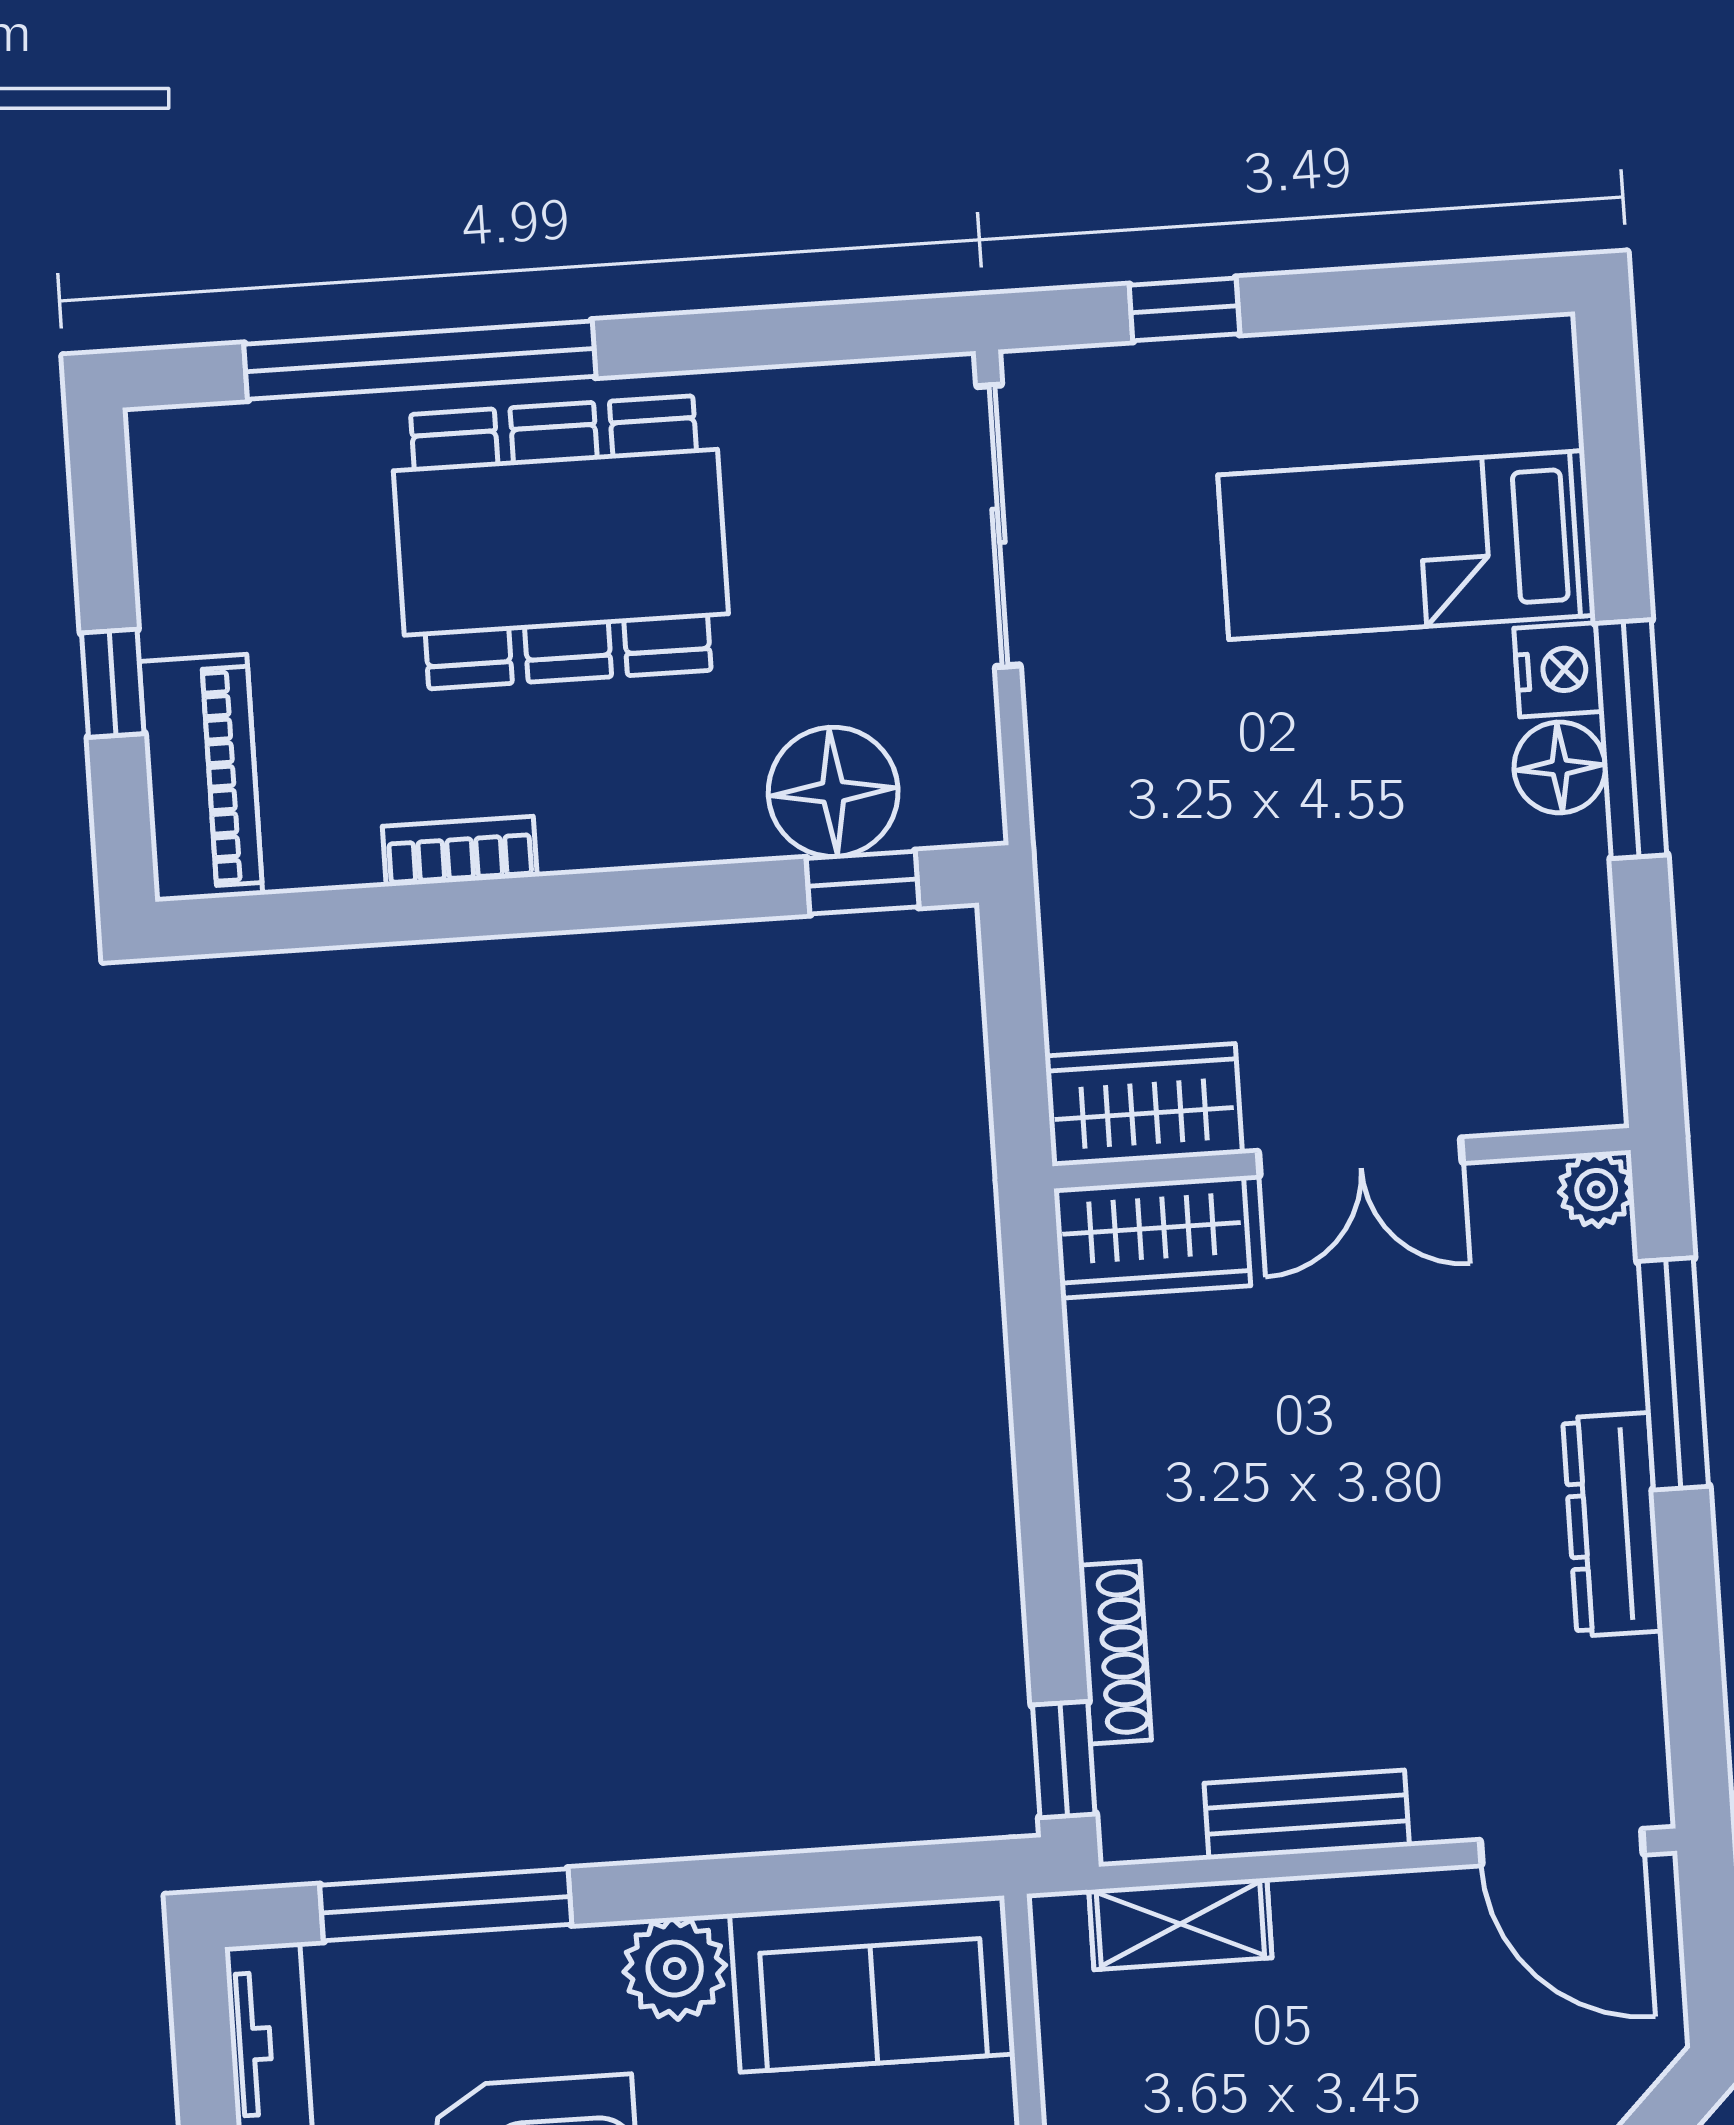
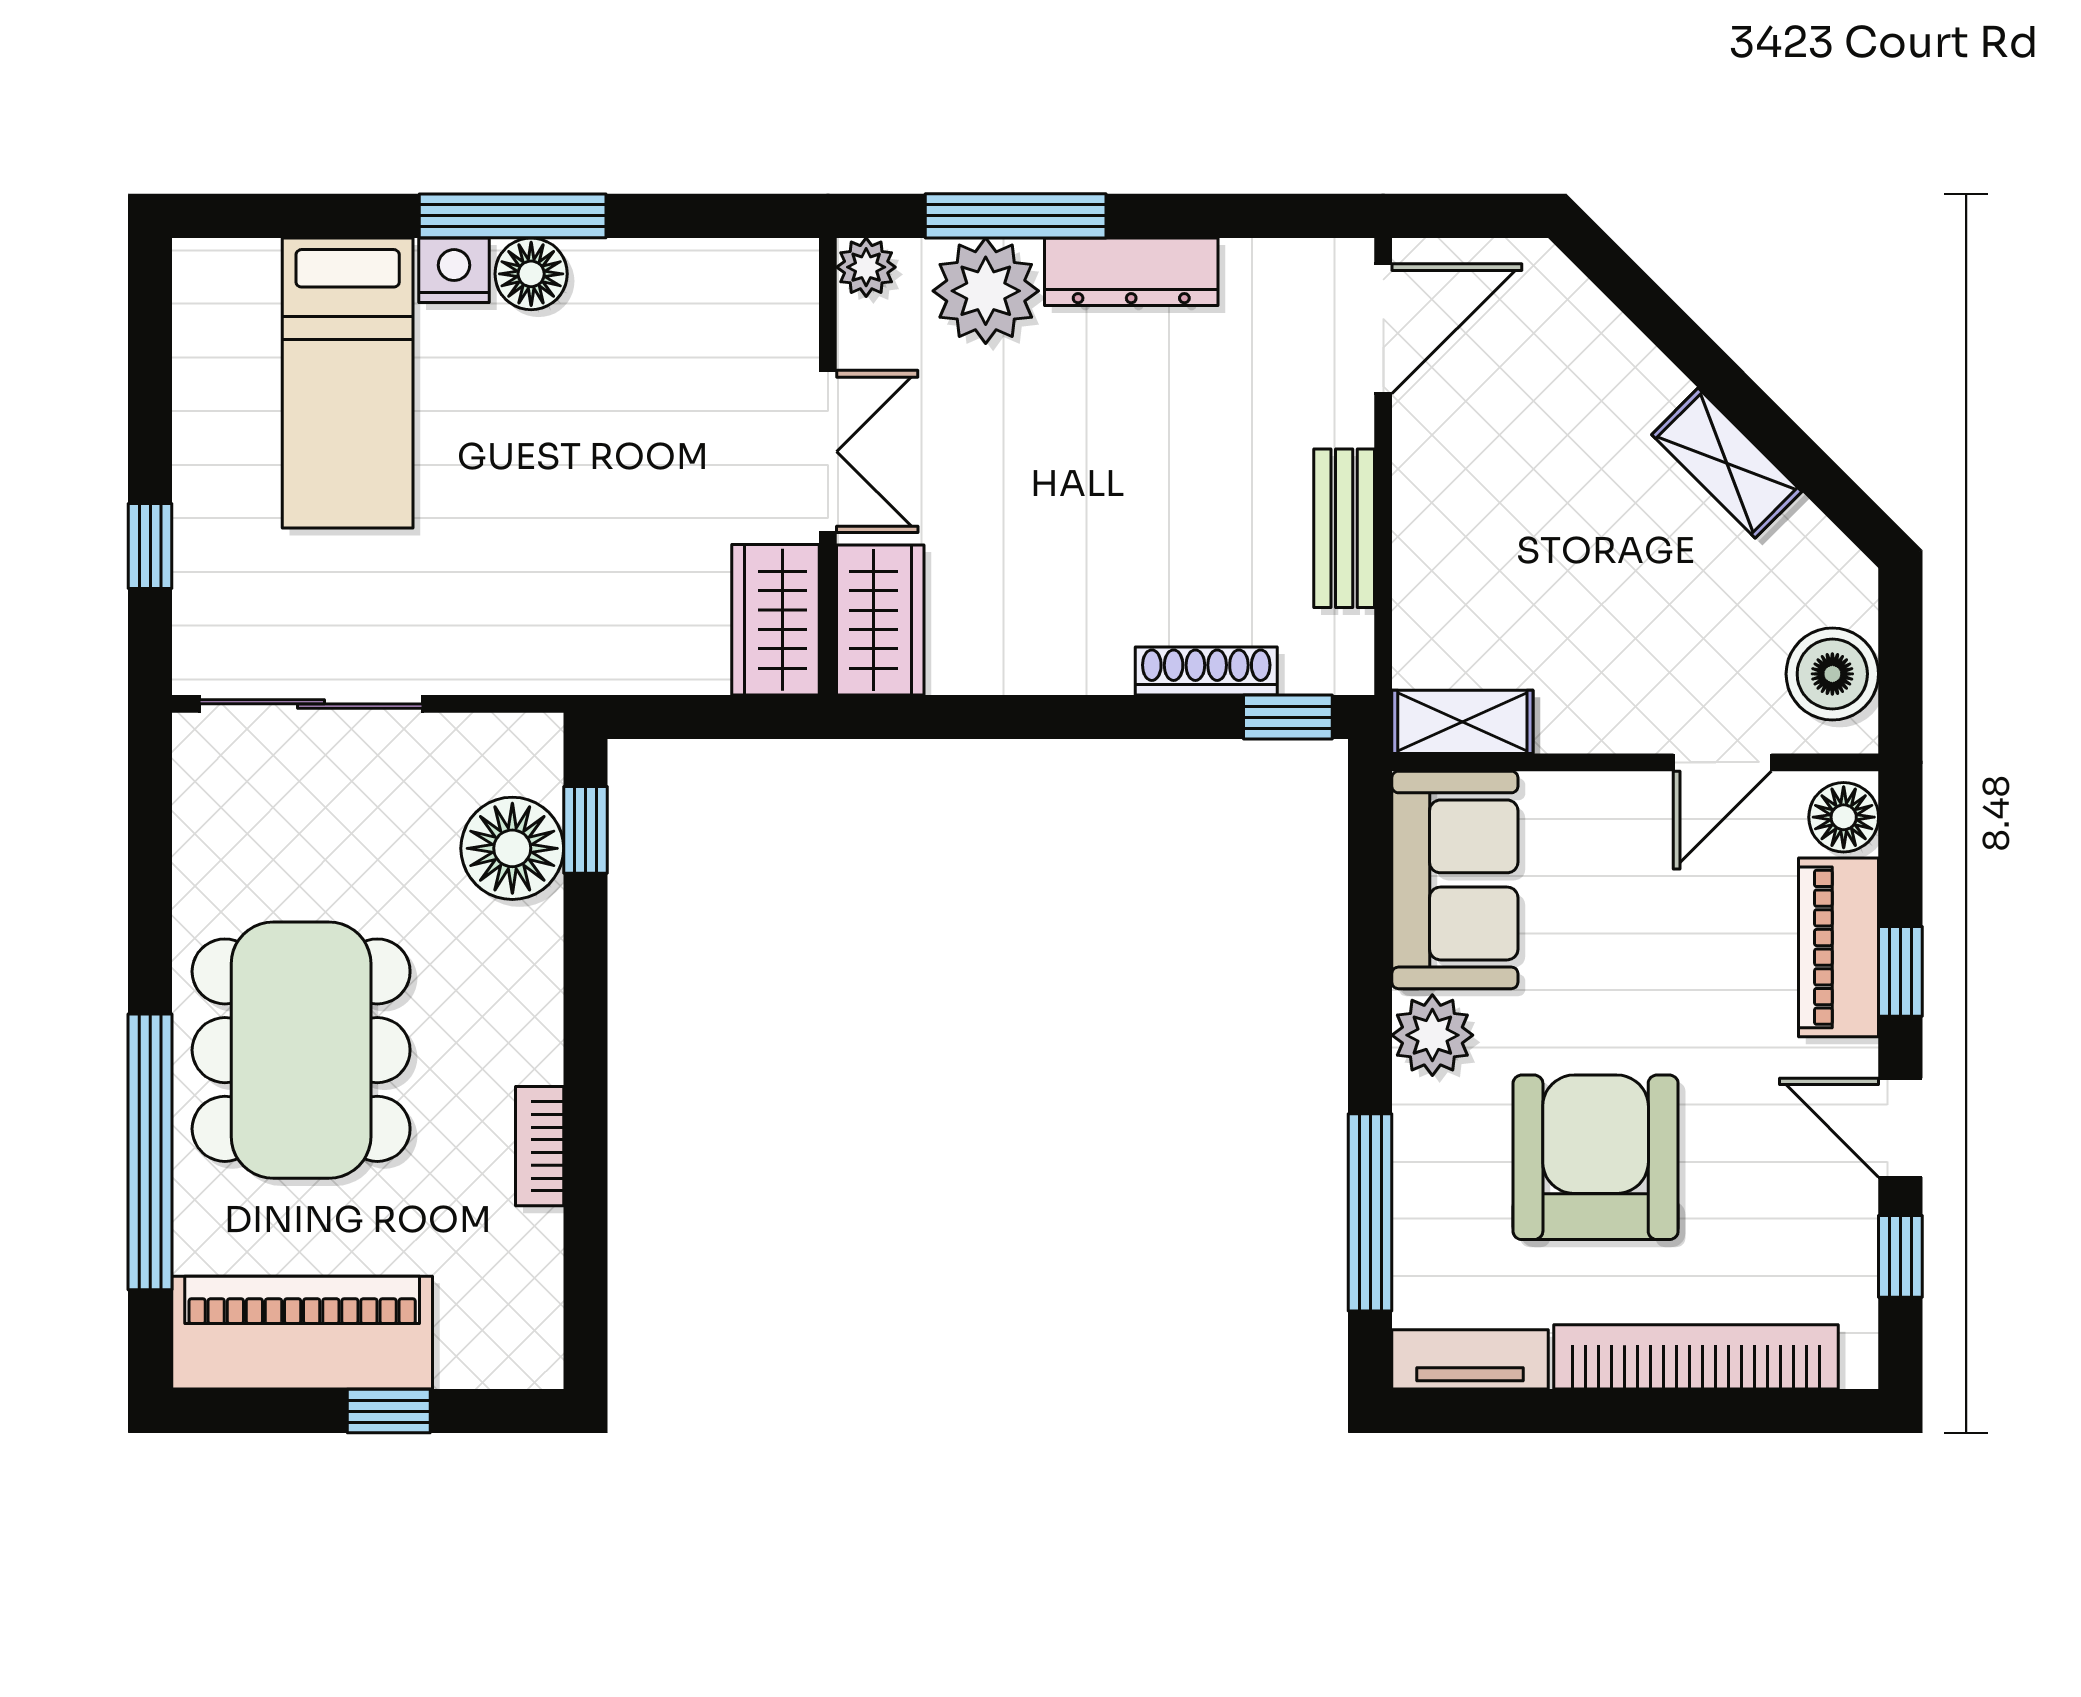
piano: (201, 778) -> (302, 1333), moved, width x1.37, depth x1.33
plant: (1576, 1343) -> (986, 291), added
shelving: (1180, 1924) -> (1462, 722), moved, turned 90

